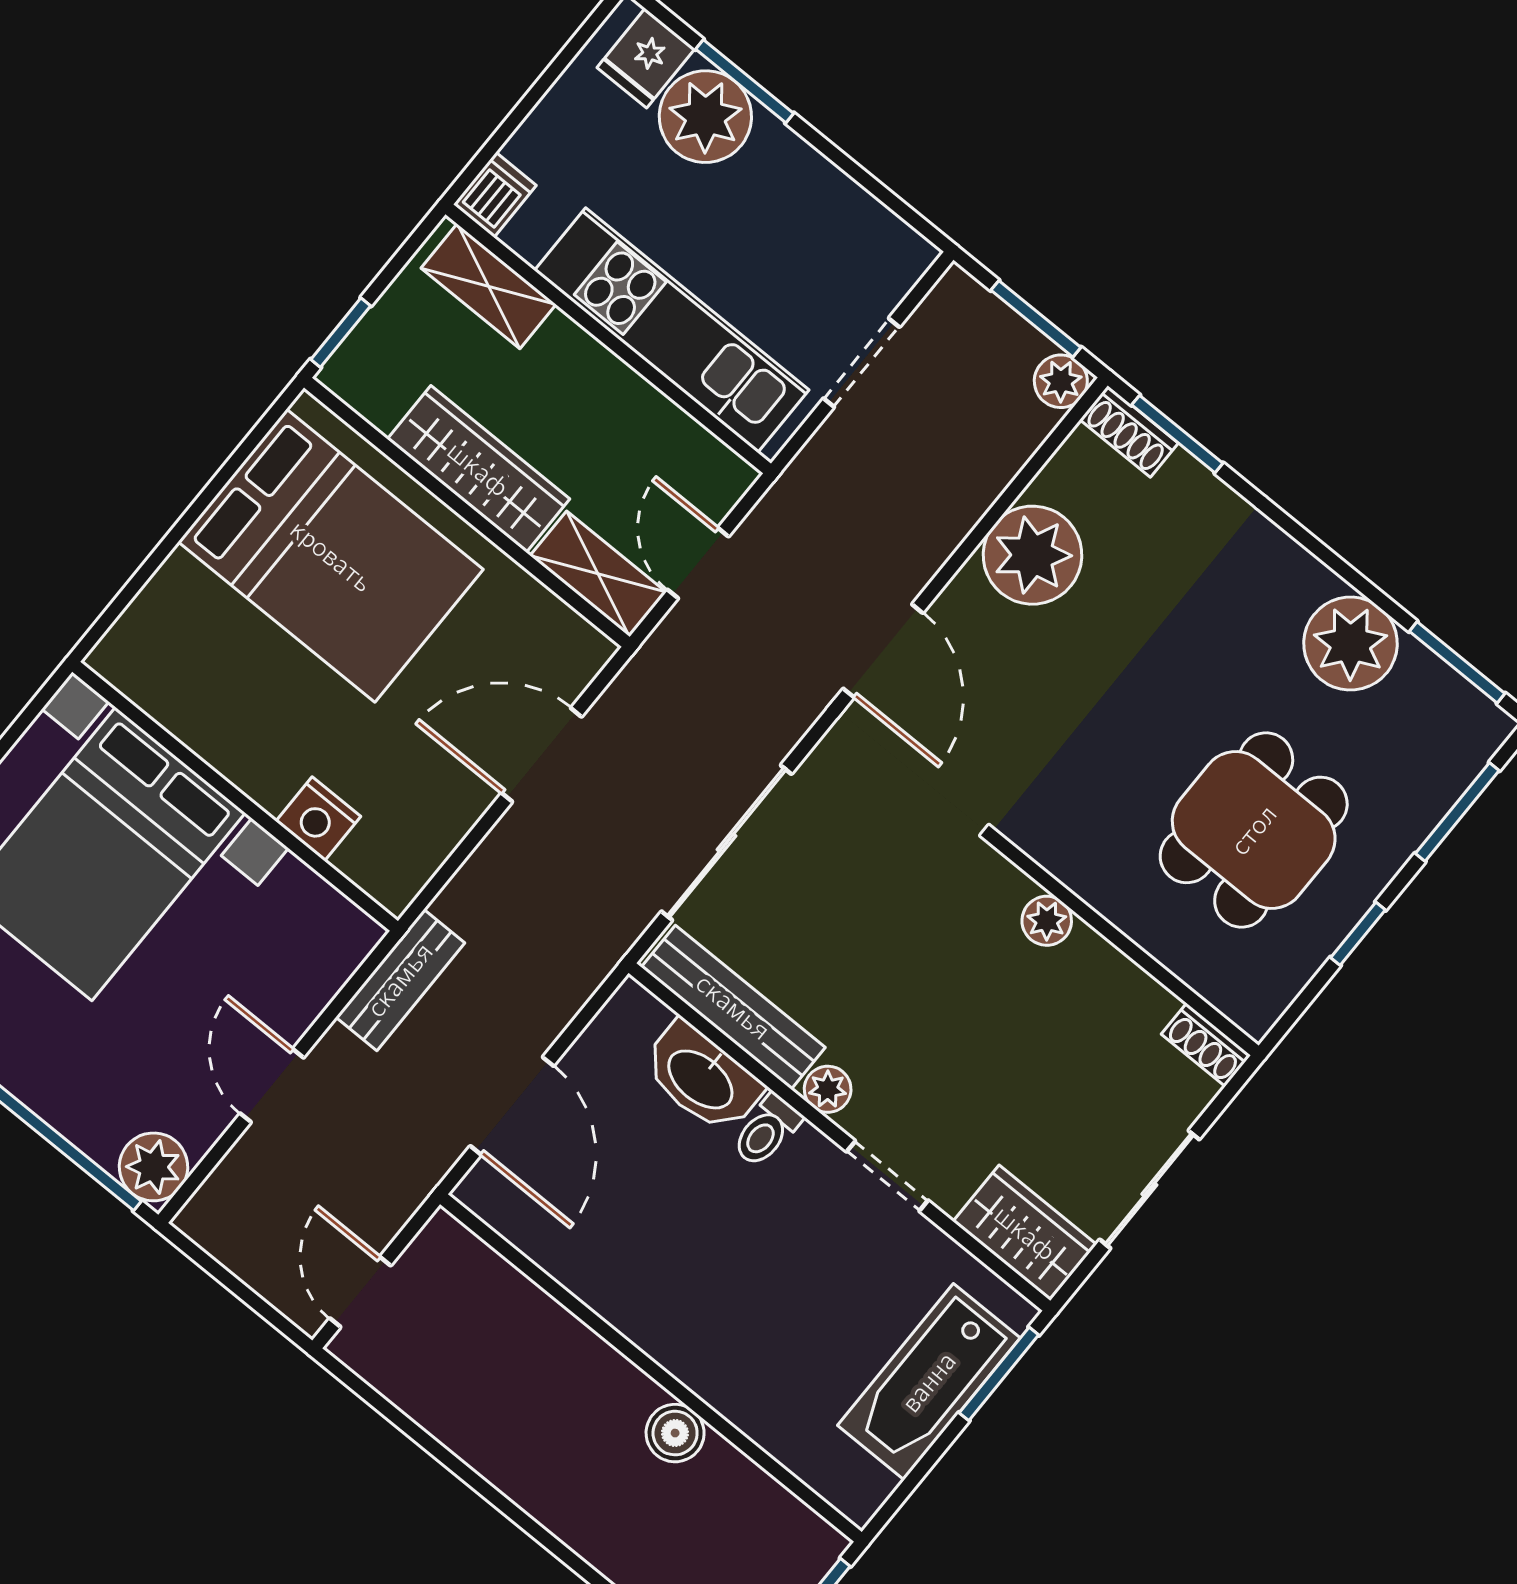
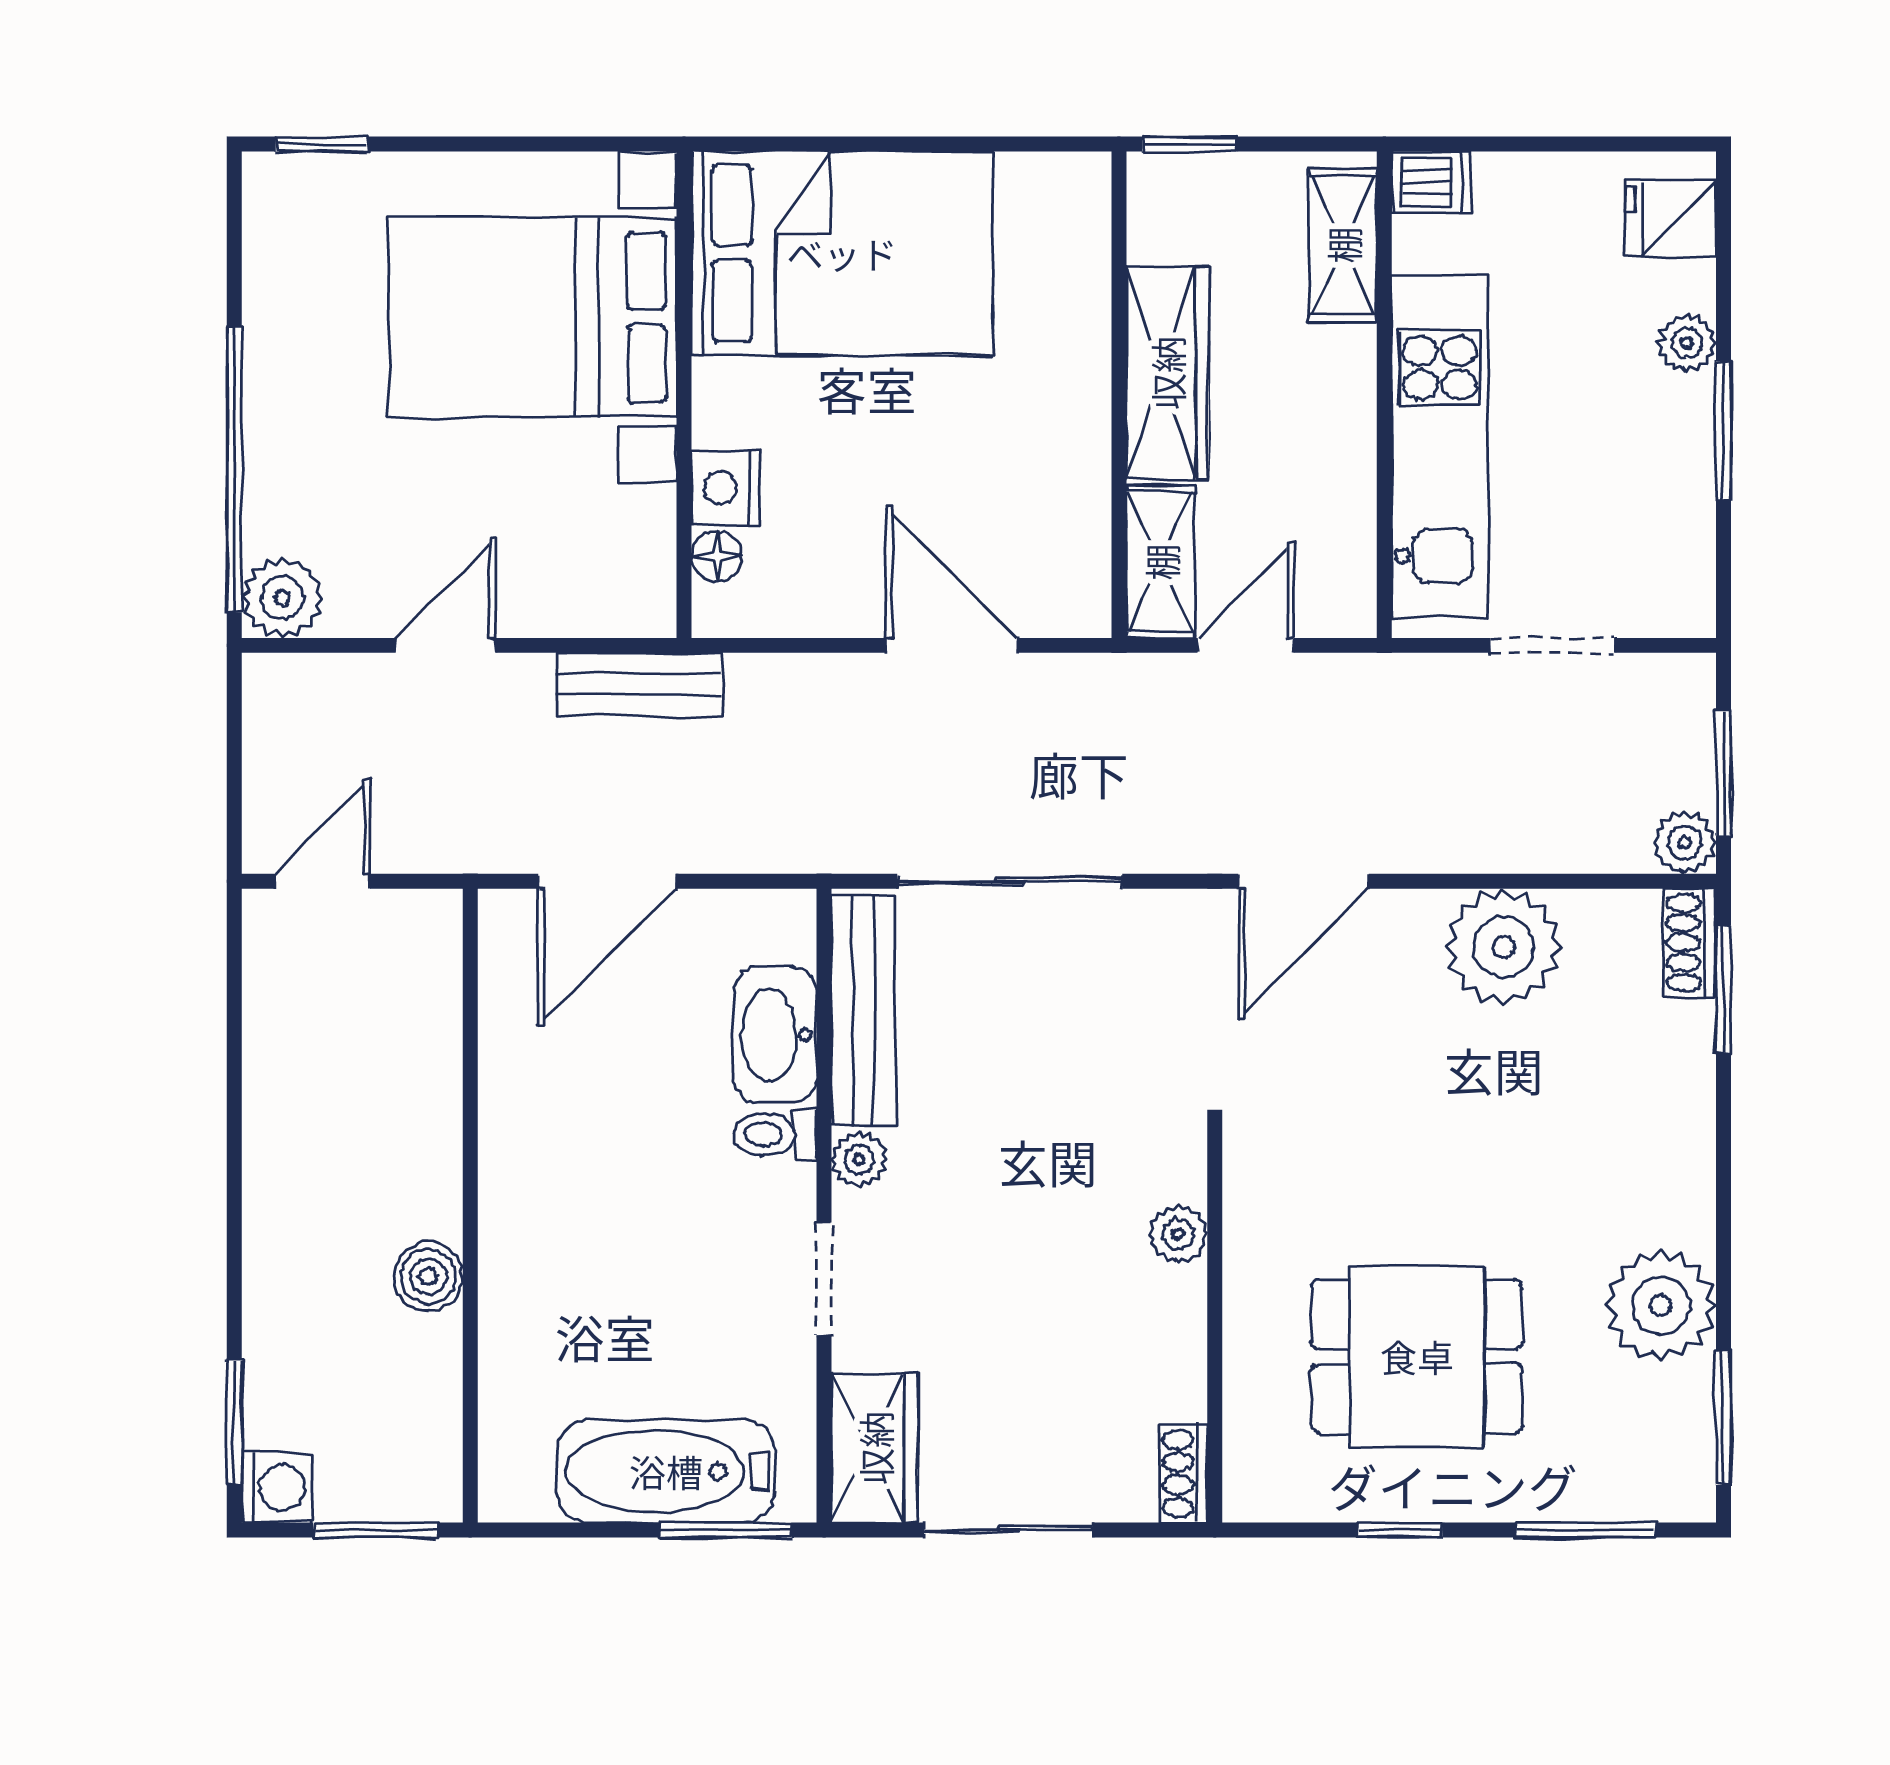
window: (745, 81) -> (1723, 431), moved
plant: (705, 117) -> (1687, 343), width x0.53, depth x0.53
bed: (331, 556) -> (842, 253), moved, turned -90
floor lamp: (358, 861) -> (717, 556), added

